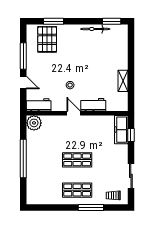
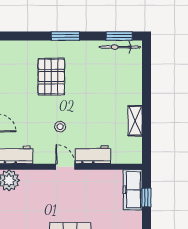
window: (53, 21) -> (65, 36), moved
bicycle: (95, 29) -> (120, 47), moved
pallet: (47, 39) -> (51, 77), moved

